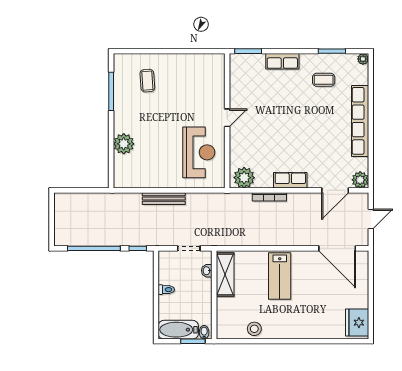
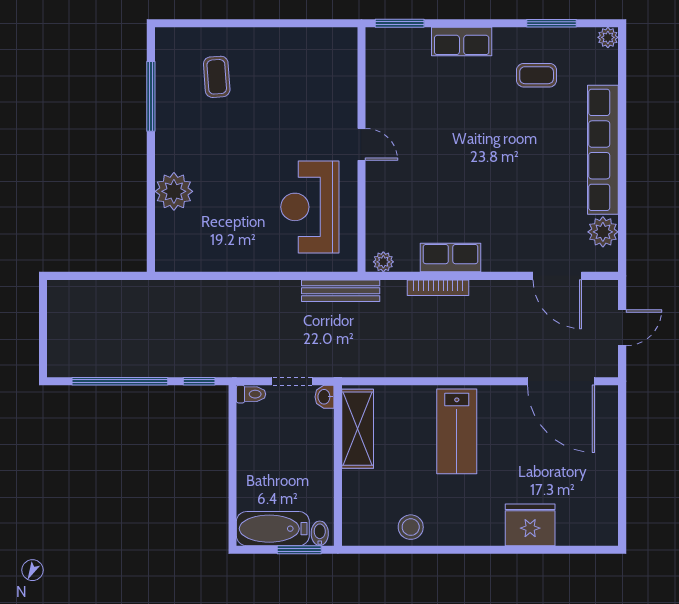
door: (227, 118) -> (362, 144), hinge flipped
reception desk: (199, 152) -> (310, 207), turned 180
plant: (244, 178) -> (383, 262), width x0.53, depth x0.53
row of seats: (290, 180) -> (451, 258), moved
plant: (360, 180) -> (603, 232), moved
door: (335, 190) -> (557, 276), hinge flipped
bench: (164, 199) -> (341, 291), moved
washbasin: (207, 271) -> (325, 397), moved
toilet: (166, 290) -> (251, 394), moved
fridge: (357, 323) -> (530, 525), moved, turned 90

